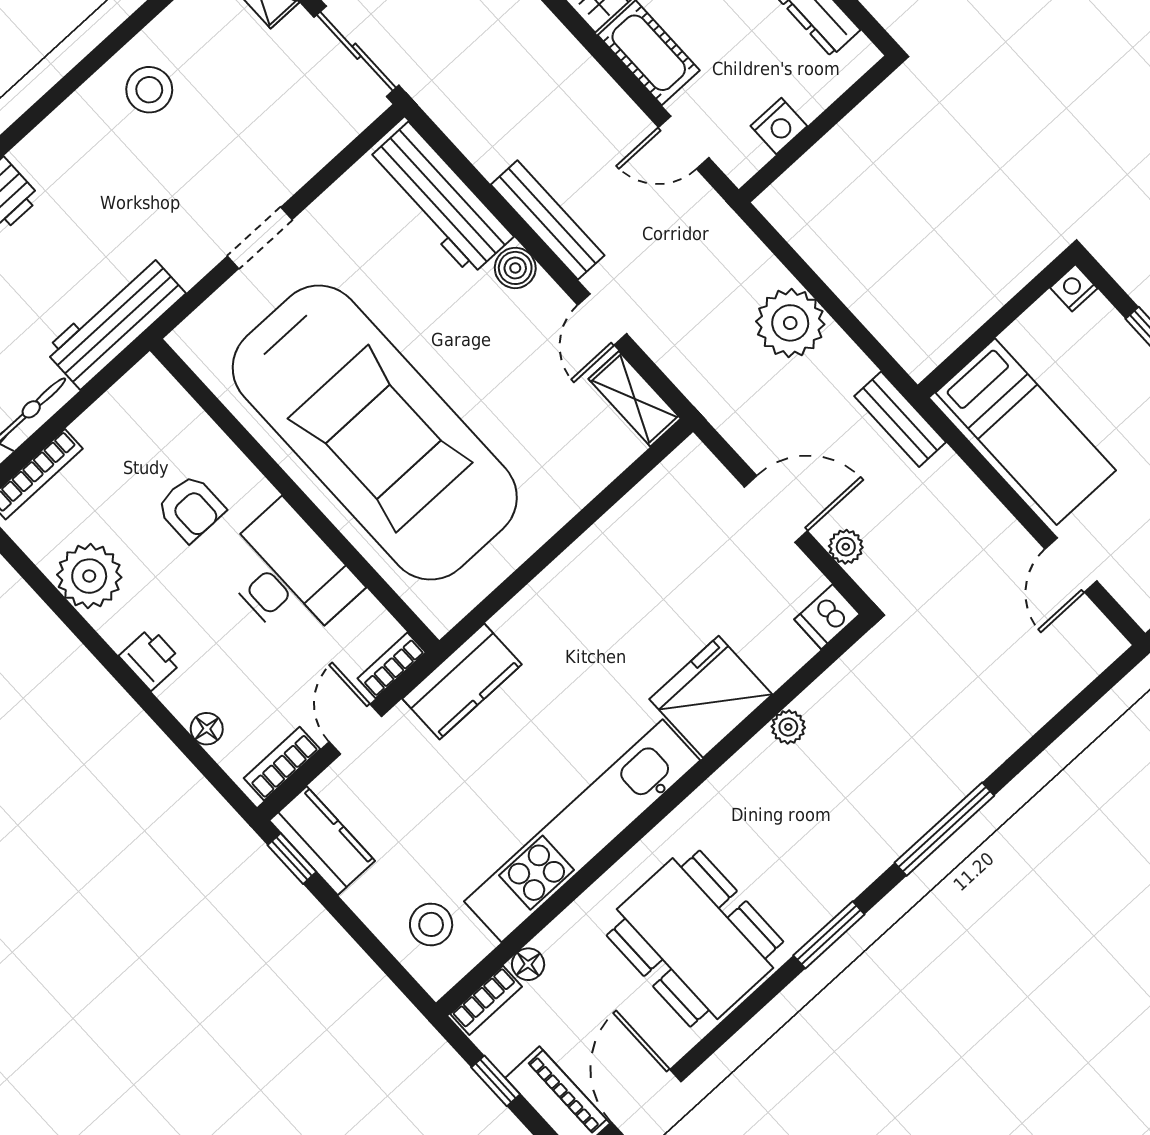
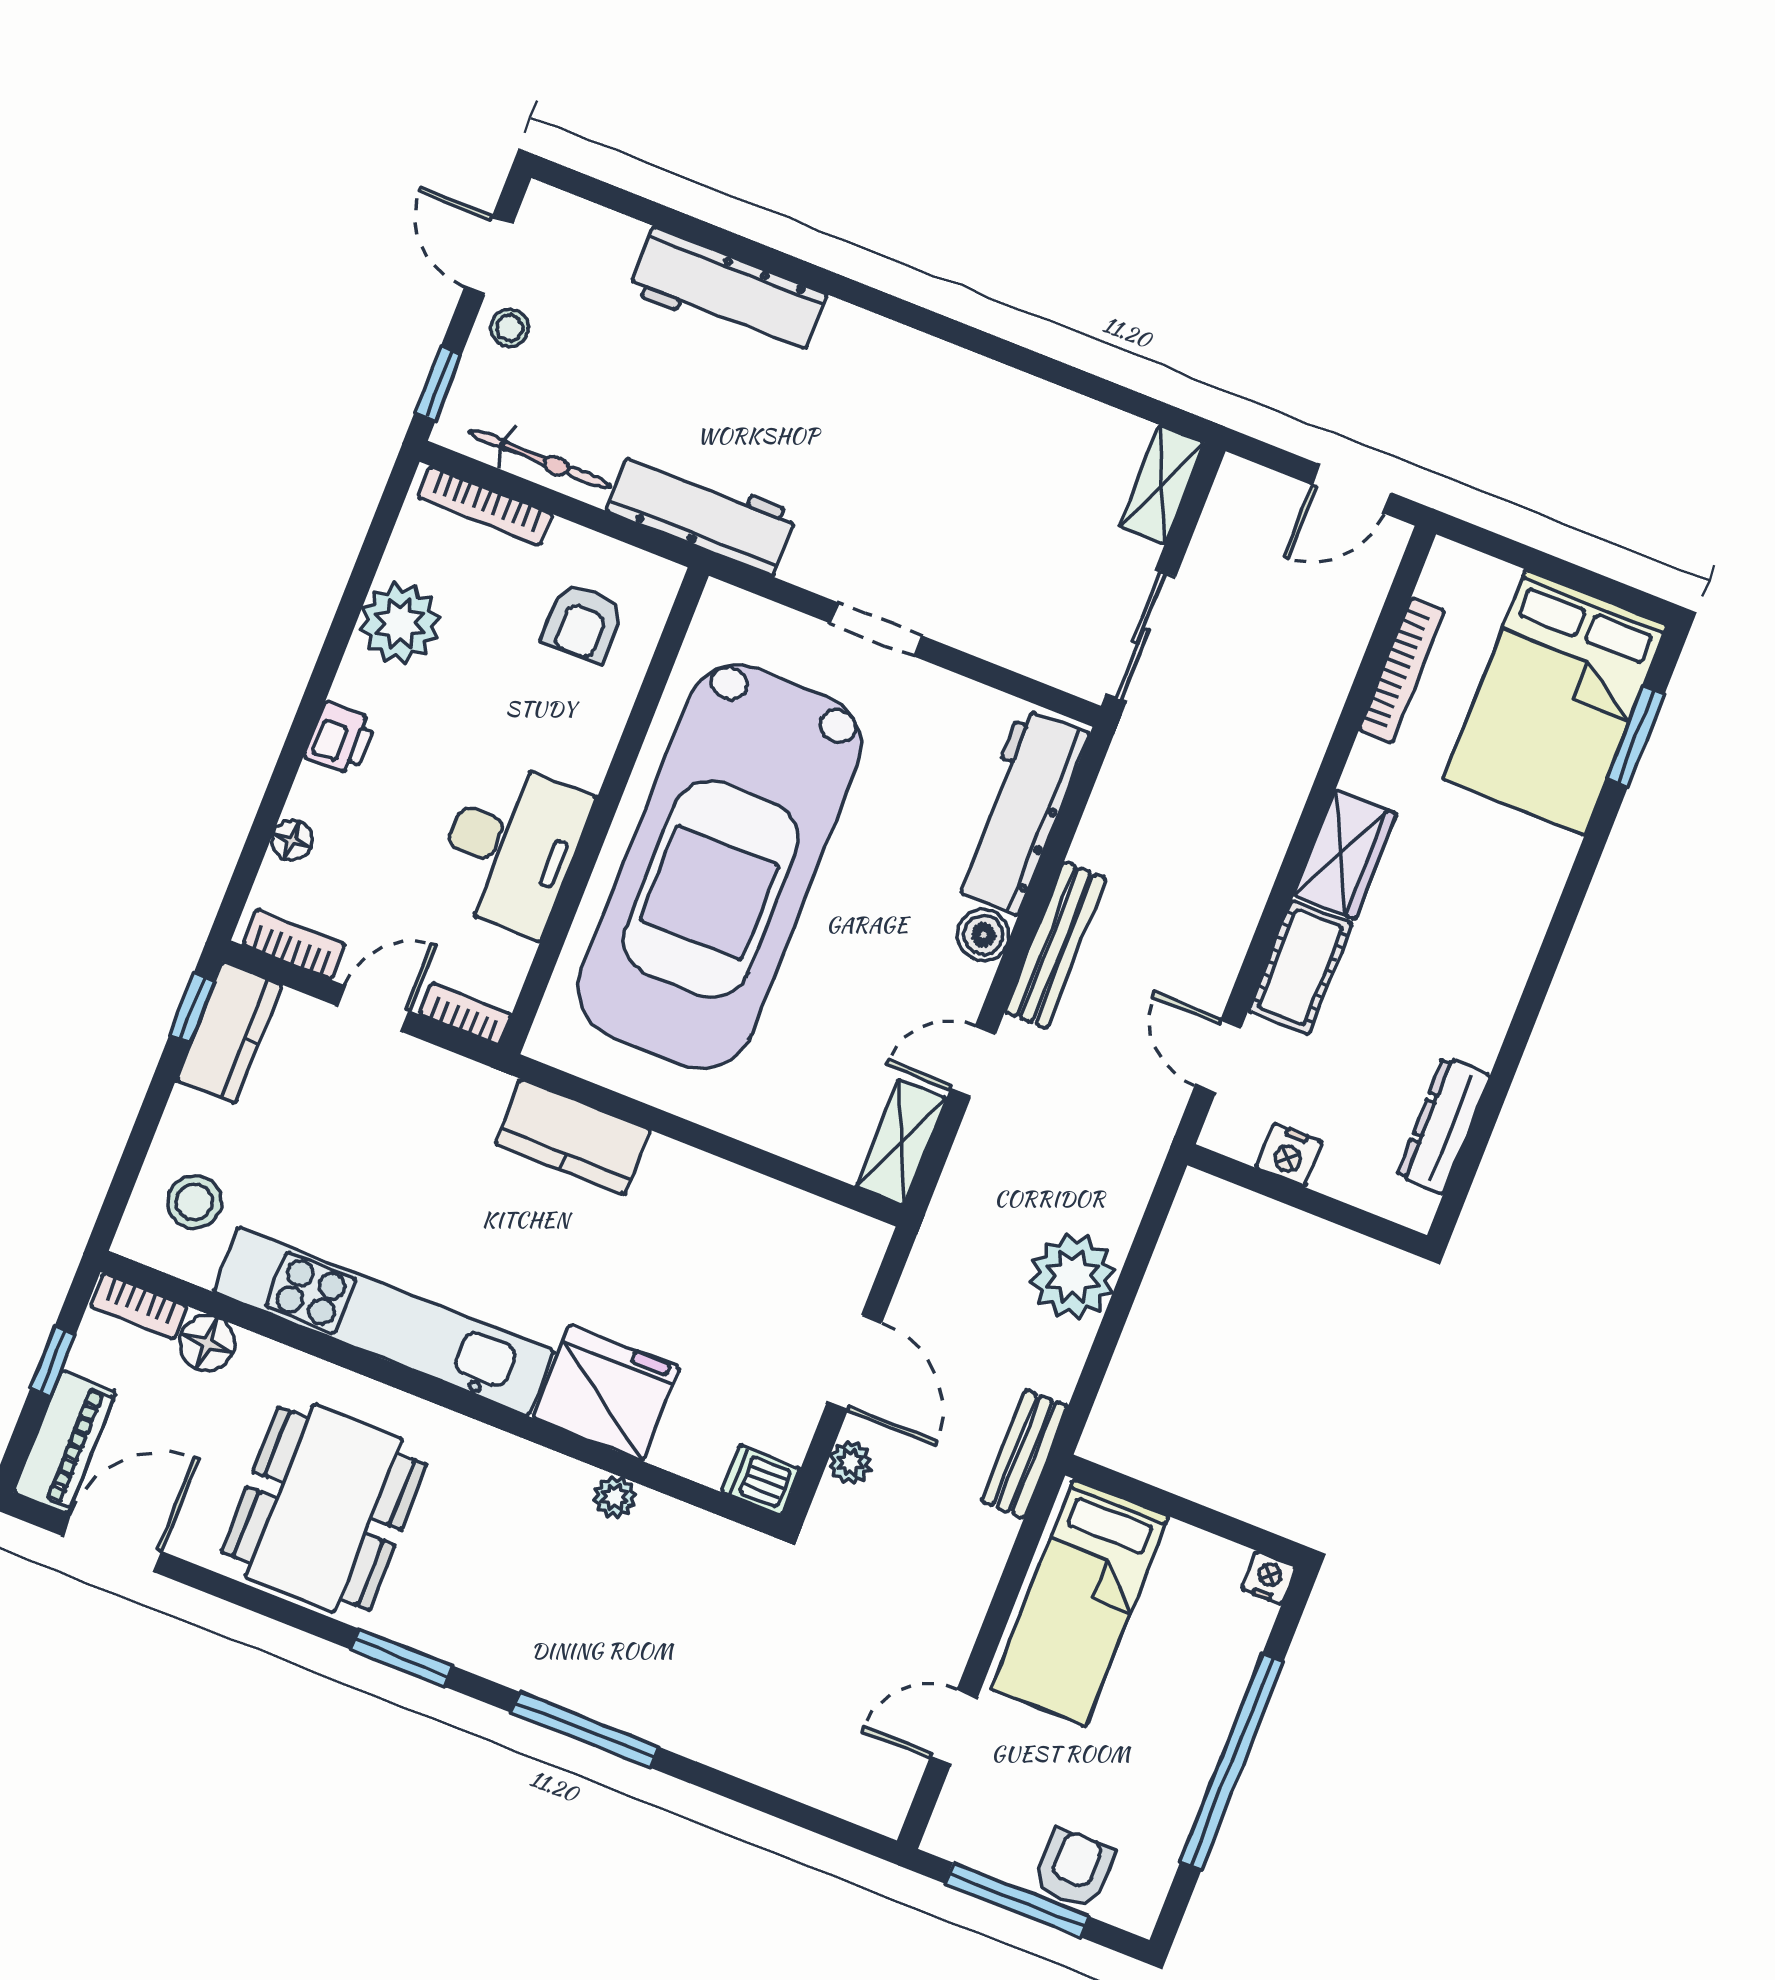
stool: (149, 90) -> (983, 423), removed
armchair: (191, 508) -> (583, 623), moved
kitchen counter: (462, 681) -> (573, 1137), moved
floor lamp: (528, 964) -> (207, 1343), width x1.37, depth x1.37

